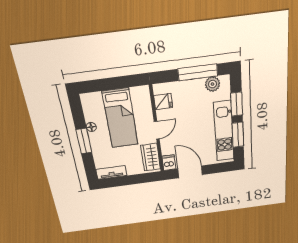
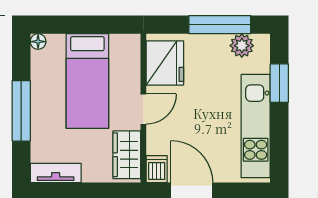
fridge: (163, 102) -> (165, 63), width x1.88, depth x1.34
floor lamp: (91, 127) -> (38, 42), moved
window: (238, 135) -> (279, 136), removed
window: (84, 141) -> (21, 111), width x1.44

